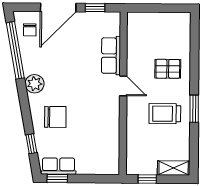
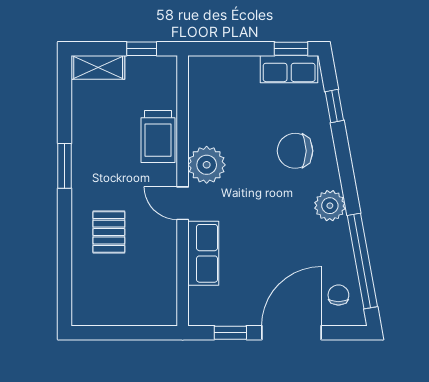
pallet: (168, 69) -> (109, 232), turned 90
plant: (109, 109) -> (207, 165), added
trolley: (165, 114) -> (158, 136), moved, turned 90

